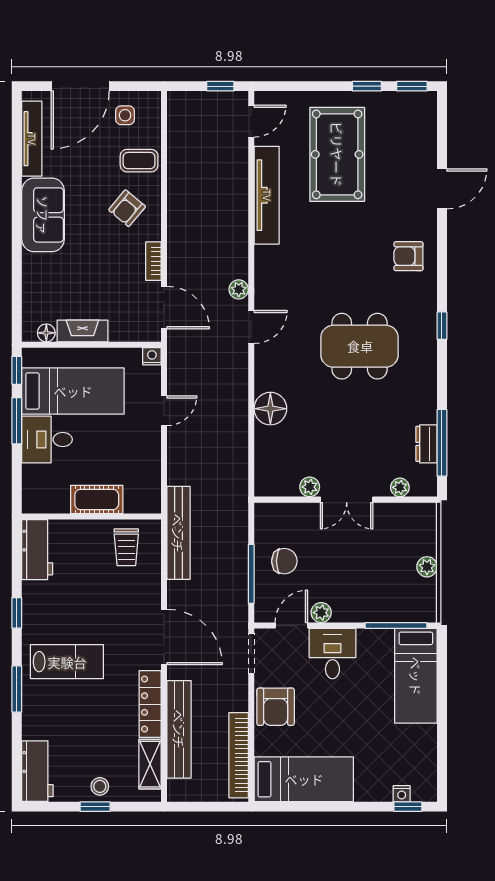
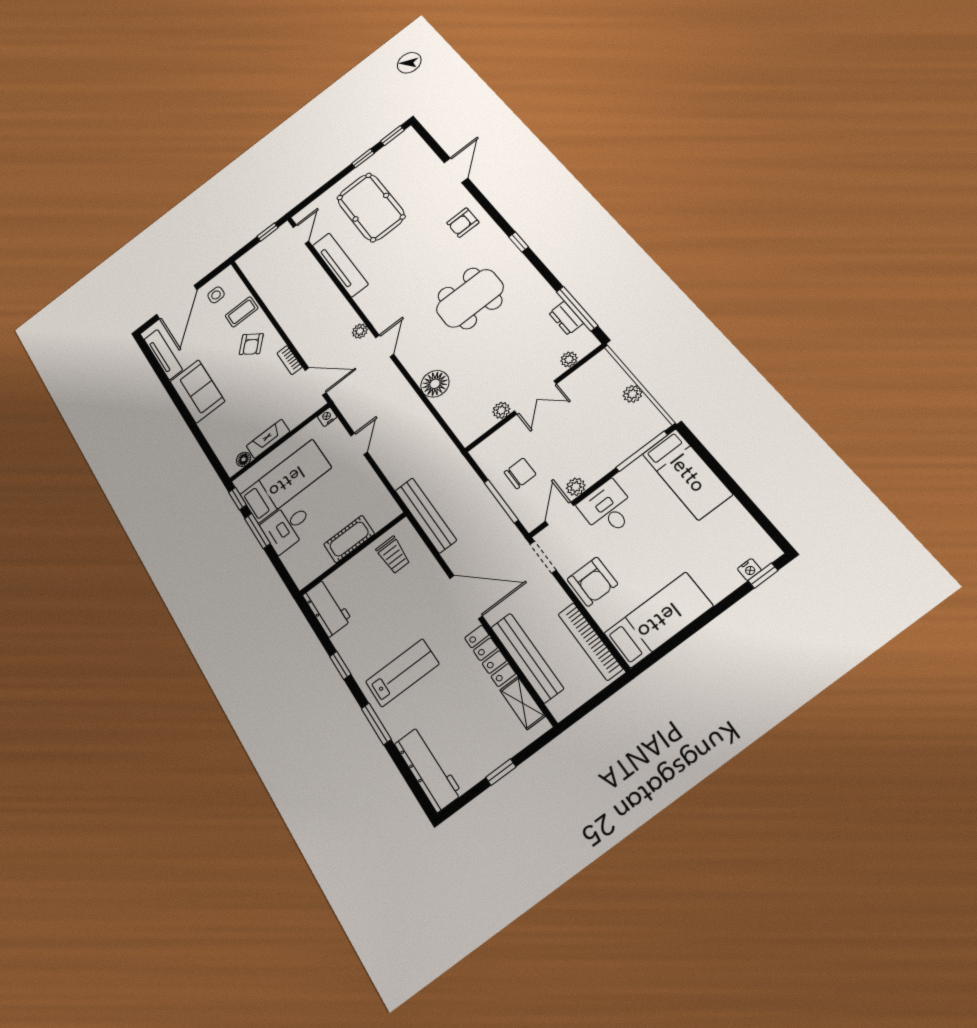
workbench: (37, 771) -> (428, 769), width x1.38
stool: (100, 786) -> (494, 752), removed

